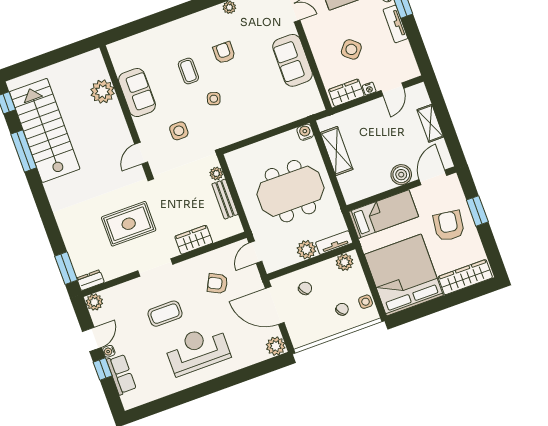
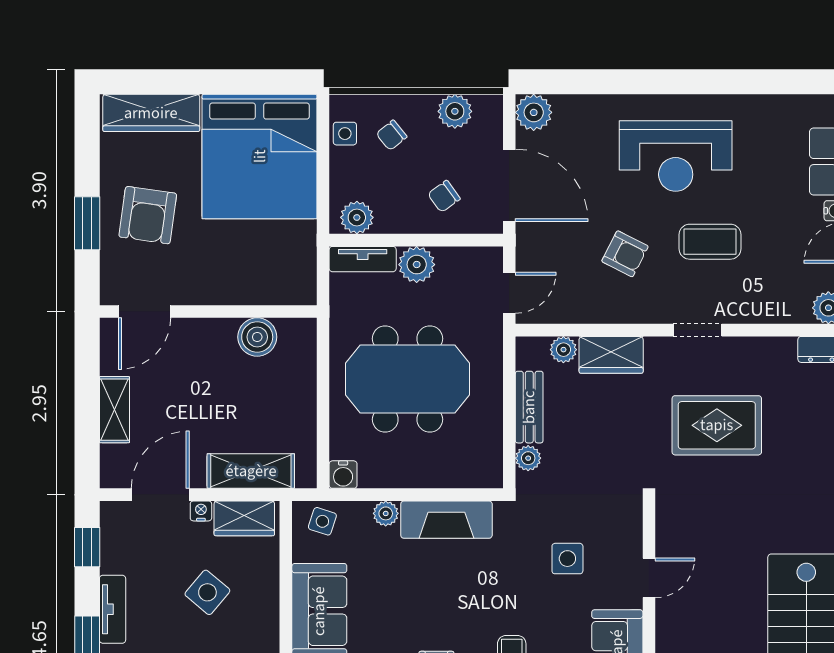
window: (419, 50) -> (87, 547), added
door: (392, 89) -> (160, 495), width x1.37
side table: (214, 99) -> (322, 521), moved
plant: (277, 121) -> (386, 513), added
fireplace: (246, 128) -> (446, 520), added
shelving: (337, 151) -> (251, 471), moved, turned 90
door: (141, 153) -> (649, 578), moved
boiler: (401, 175) -> (257, 337), moved
bed: (384, 214) -> (256, 278), removed
plant: (218, 234) -> (563, 350), added
doorway: (155, 268) -> (698, 330), width x0.73
armchair: (218, 283) -> (625, 254), moved
plant: (315, 332) -> (455, 111), added

